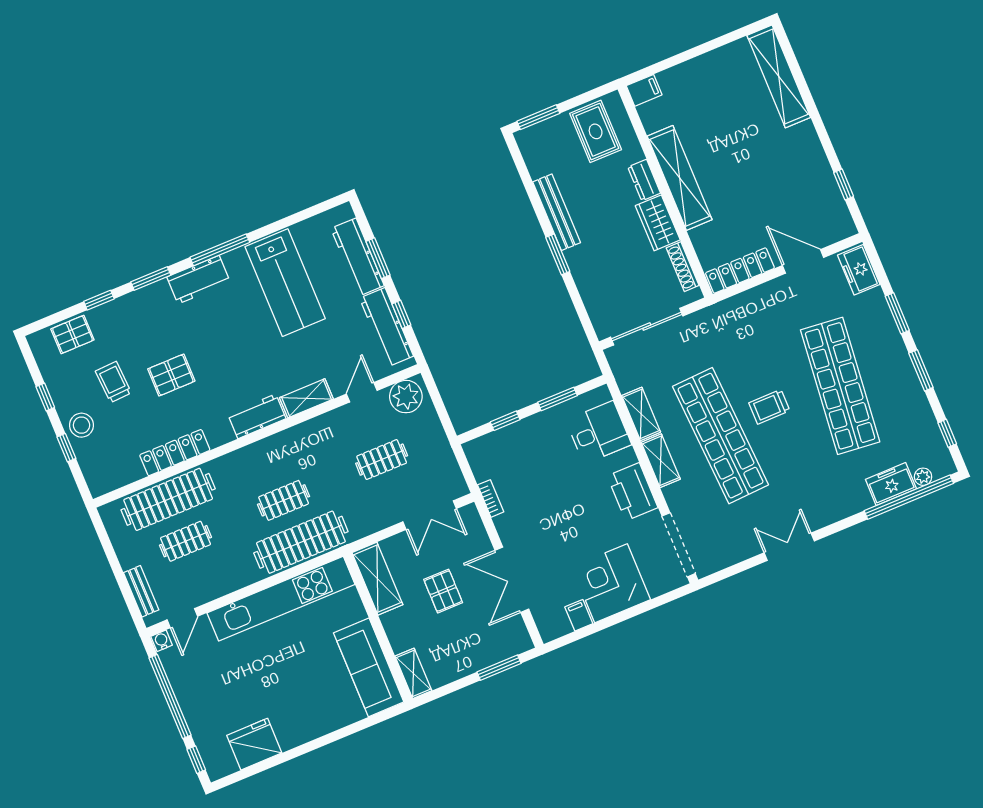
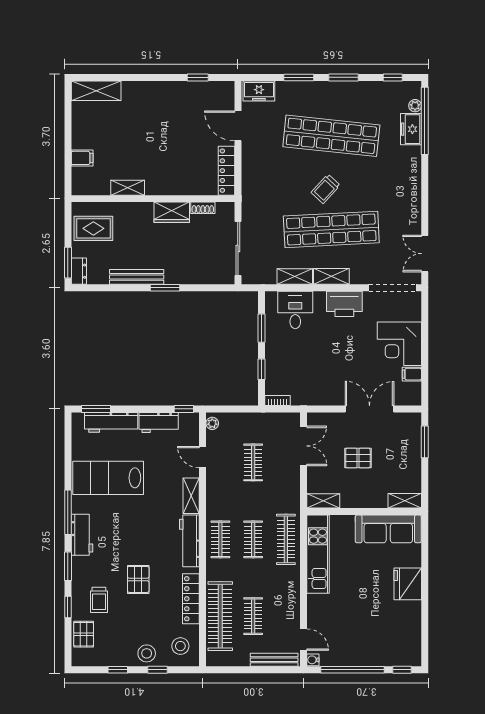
shelving: (779, 76) -> (96, 91), width x0.68
filing cabinet: (644, 90) -> (82, 158), moved, turned 90
shelving: (680, 178) -> (128, 188), width x0.45, depth x0.75
dresser: (644, 180) -> (79, 271), moved, turned -90
window: (378, 258) -> (96, 409), moved
door: (803, 261) -> (238, 126), hinge flipped
shoe rack: (683, 267) -> (203, 208), width x0.70
lab bench: (285, 283) -> (108, 478), turned 180
window: (401, 314) -> (184, 409), moved
workbench: (387, 327) -> (159, 422), width x0.73
trolley: (113, 382) -> (99, 600), moved, turned -87
plant: (406, 397) -> (212, 423), width x0.53, depth x0.53
trolley: (769, 407) -> (326, 189), turned 43
workbench: (257, 416) -> (189, 541), width x1.38
clothes rail: (266, 459) -> (220, 539), added
stool: (109, 464) -> (180, 646), added
bookcase: (491, 498) -> (278, 401), moved
clothes rail: (301, 542) -> (286, 539), width x0.73, depth x0.76
double door: (789, 547) -> (425, 254), moved
shelving: (377, 579) -> (323, 501), width x0.67, depth x0.75
double door: (512, 580) -> (370, 409), swing flipped
bench: (141, 591) -> (274, 660), width x1.36
kitchen unit: (281, 599) -> (318, 554), width x0.73
fridge: (254, 744) -> (408, 584), moved

